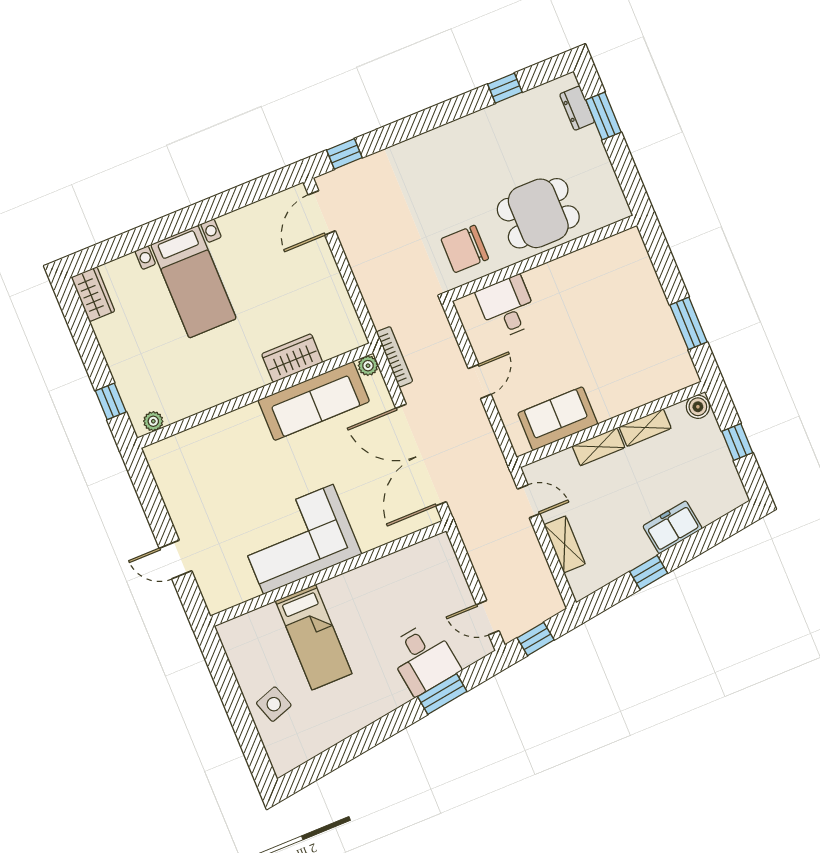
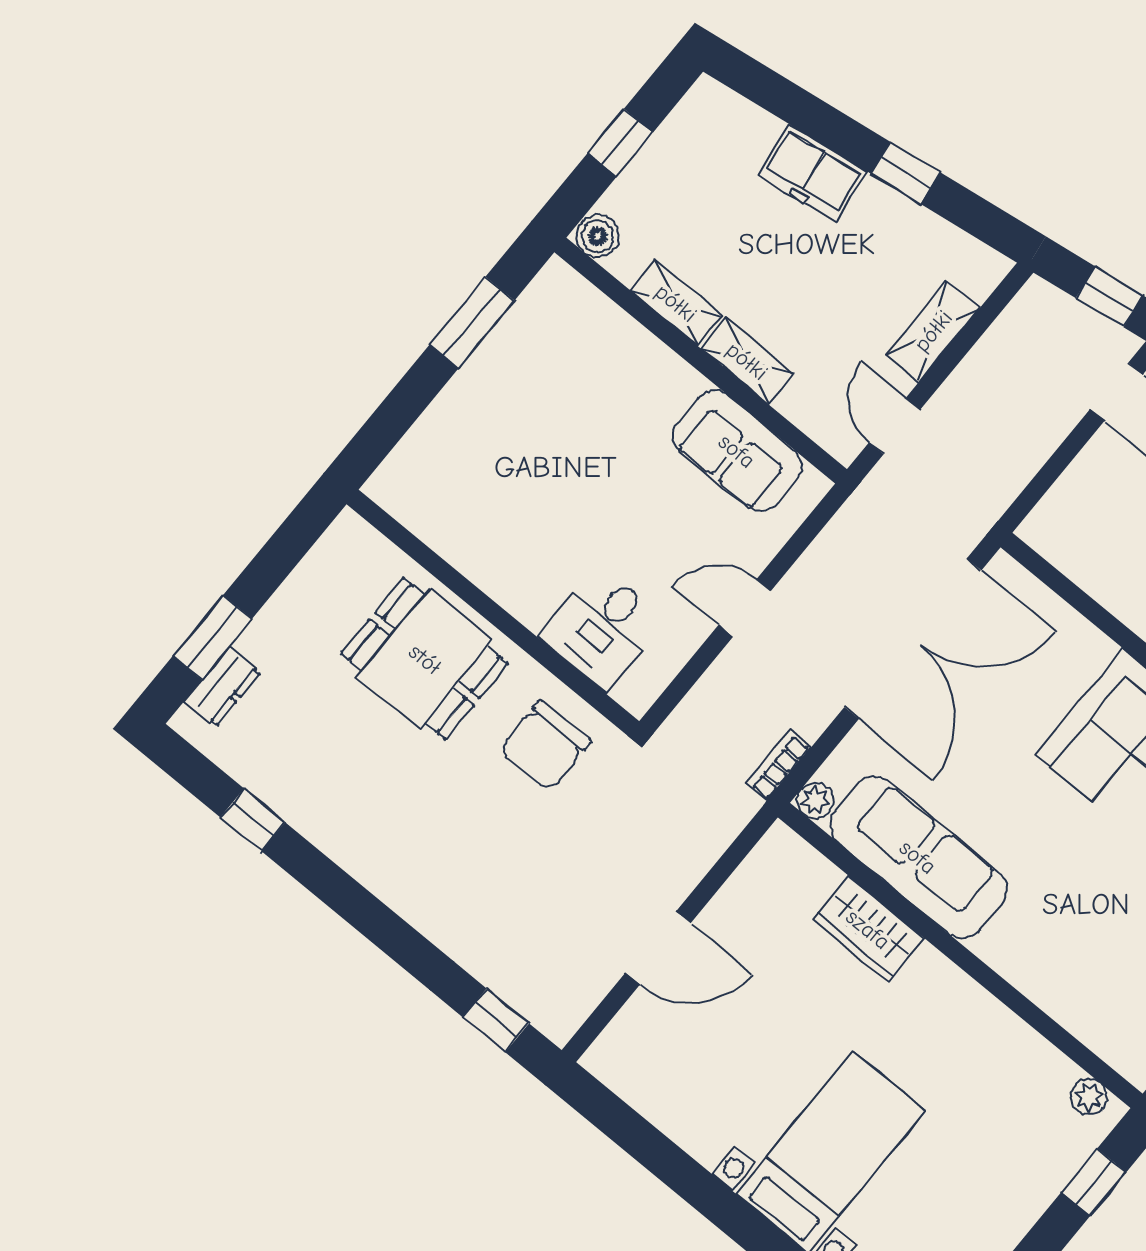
door: (322, 213) -> (658, 948), moved
chair: (465, 249) -> (545, 746), turned 90
bookcase: (395, 357) -> (778, 765), width x0.64

